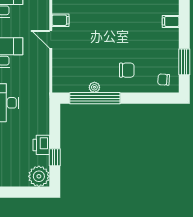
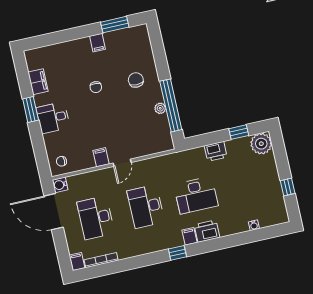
filing cabinet: (171, 21) -> (97, 43), moved
chair: (164, 80) -> (96, 87), moved
printer: (41, 145) -> (216, 151), moved

